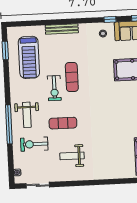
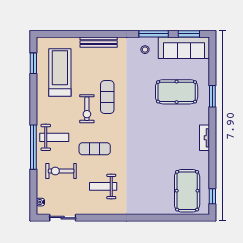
window: (110, 19) -> (154, 34), width x2.17
treadmill: (29, 57) -> (60, 72), turned 180
weight bench: (27, 115) -> (54, 137), turned -90

